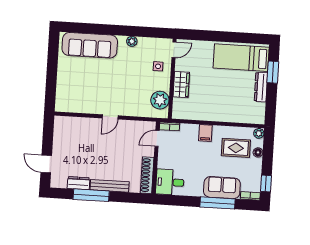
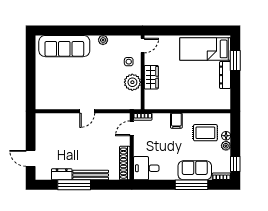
plant: (160, 100) -> (132, 82), moved
plant: (259, 133) -> (226, 146), moved

